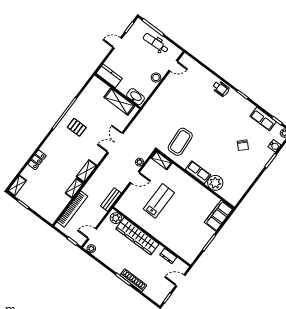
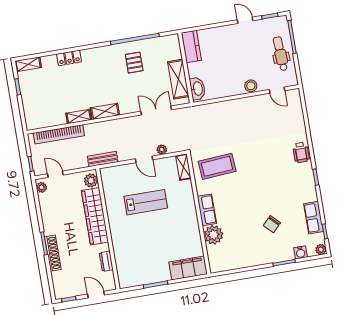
kitchen counter: (109, 76) -> (191, 46), moved
wall: (118, 91) -> (186, 68), moved
washbasin: (136, 97) -> (198, 89), moved
shelving: (119, 102) -> (178, 79), moved

